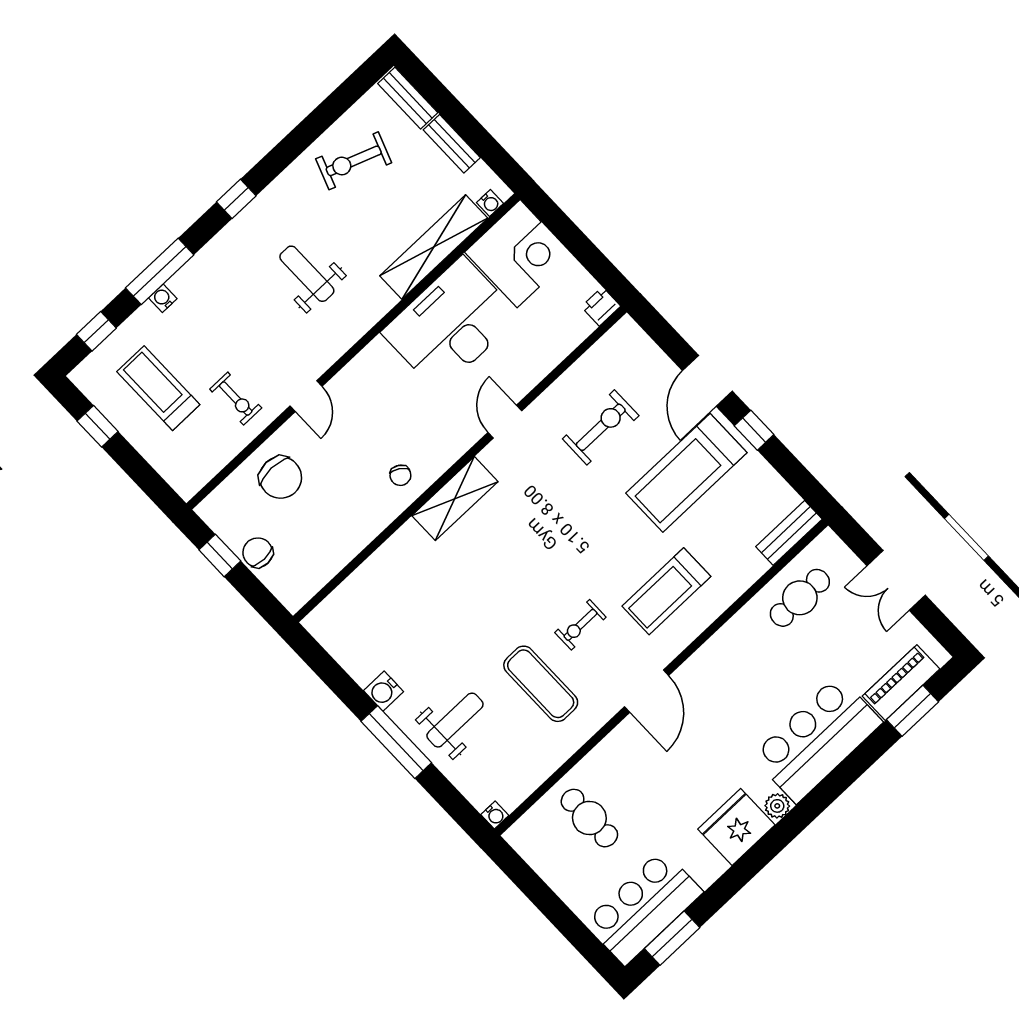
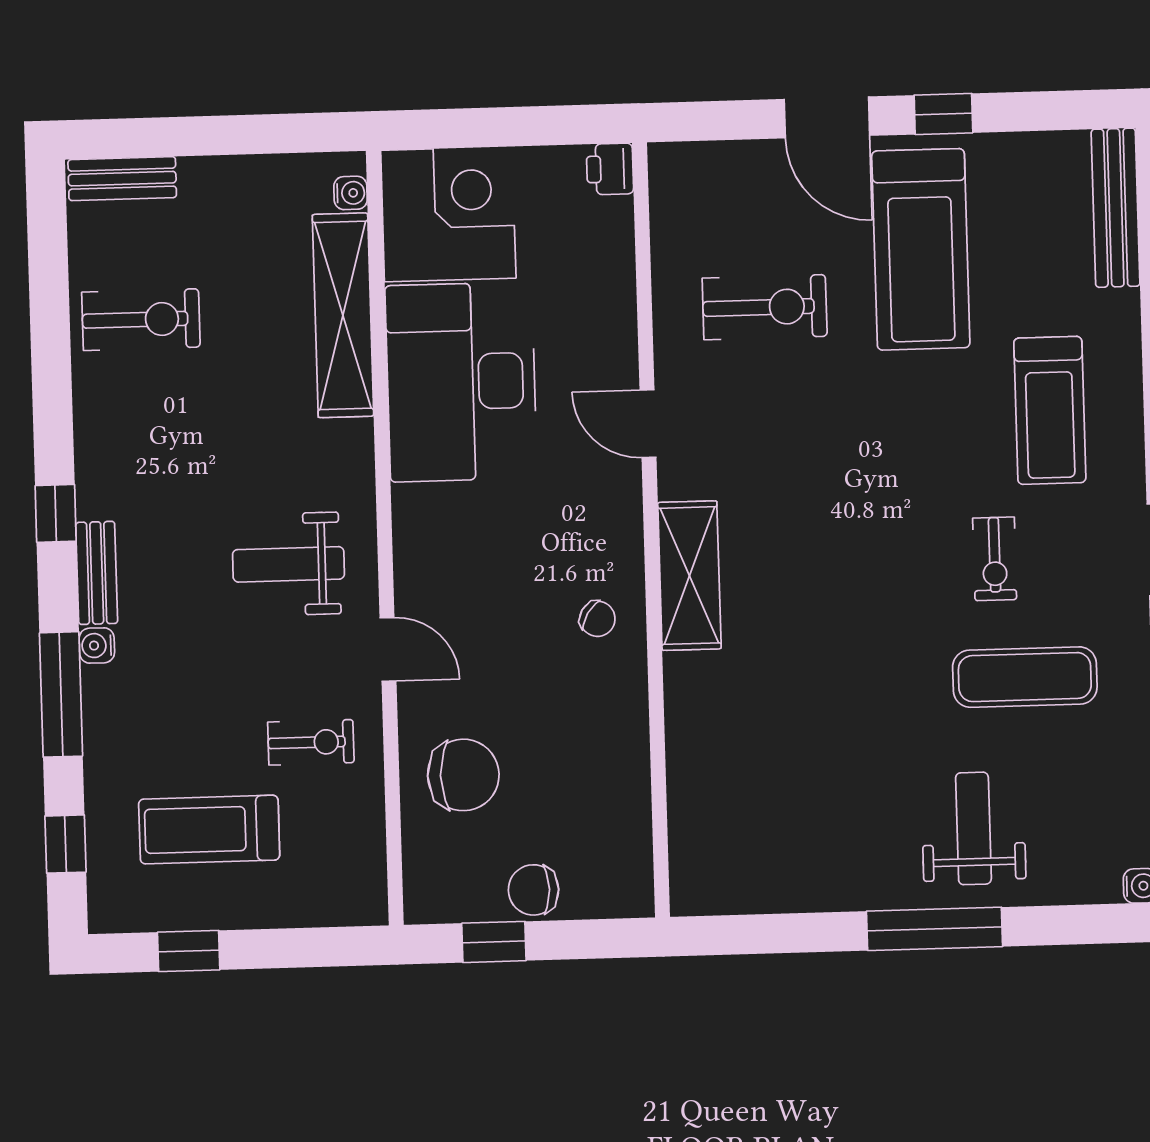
bench: (452, 144) -> (97, 573), moved, turned 90
exercise bike: (354, 161) -> (141, 320), turned -110
weight bench: (307, 274) -> (288, 564), moved
water cooler: (163, 298) -> (97, 645), moved
exercise bike: (601, 427) -> (765, 307), turned 90
bench: (789, 533) -> (1116, 208), width x1.36
water cooler: (384, 691) -> (855, 887), removed

